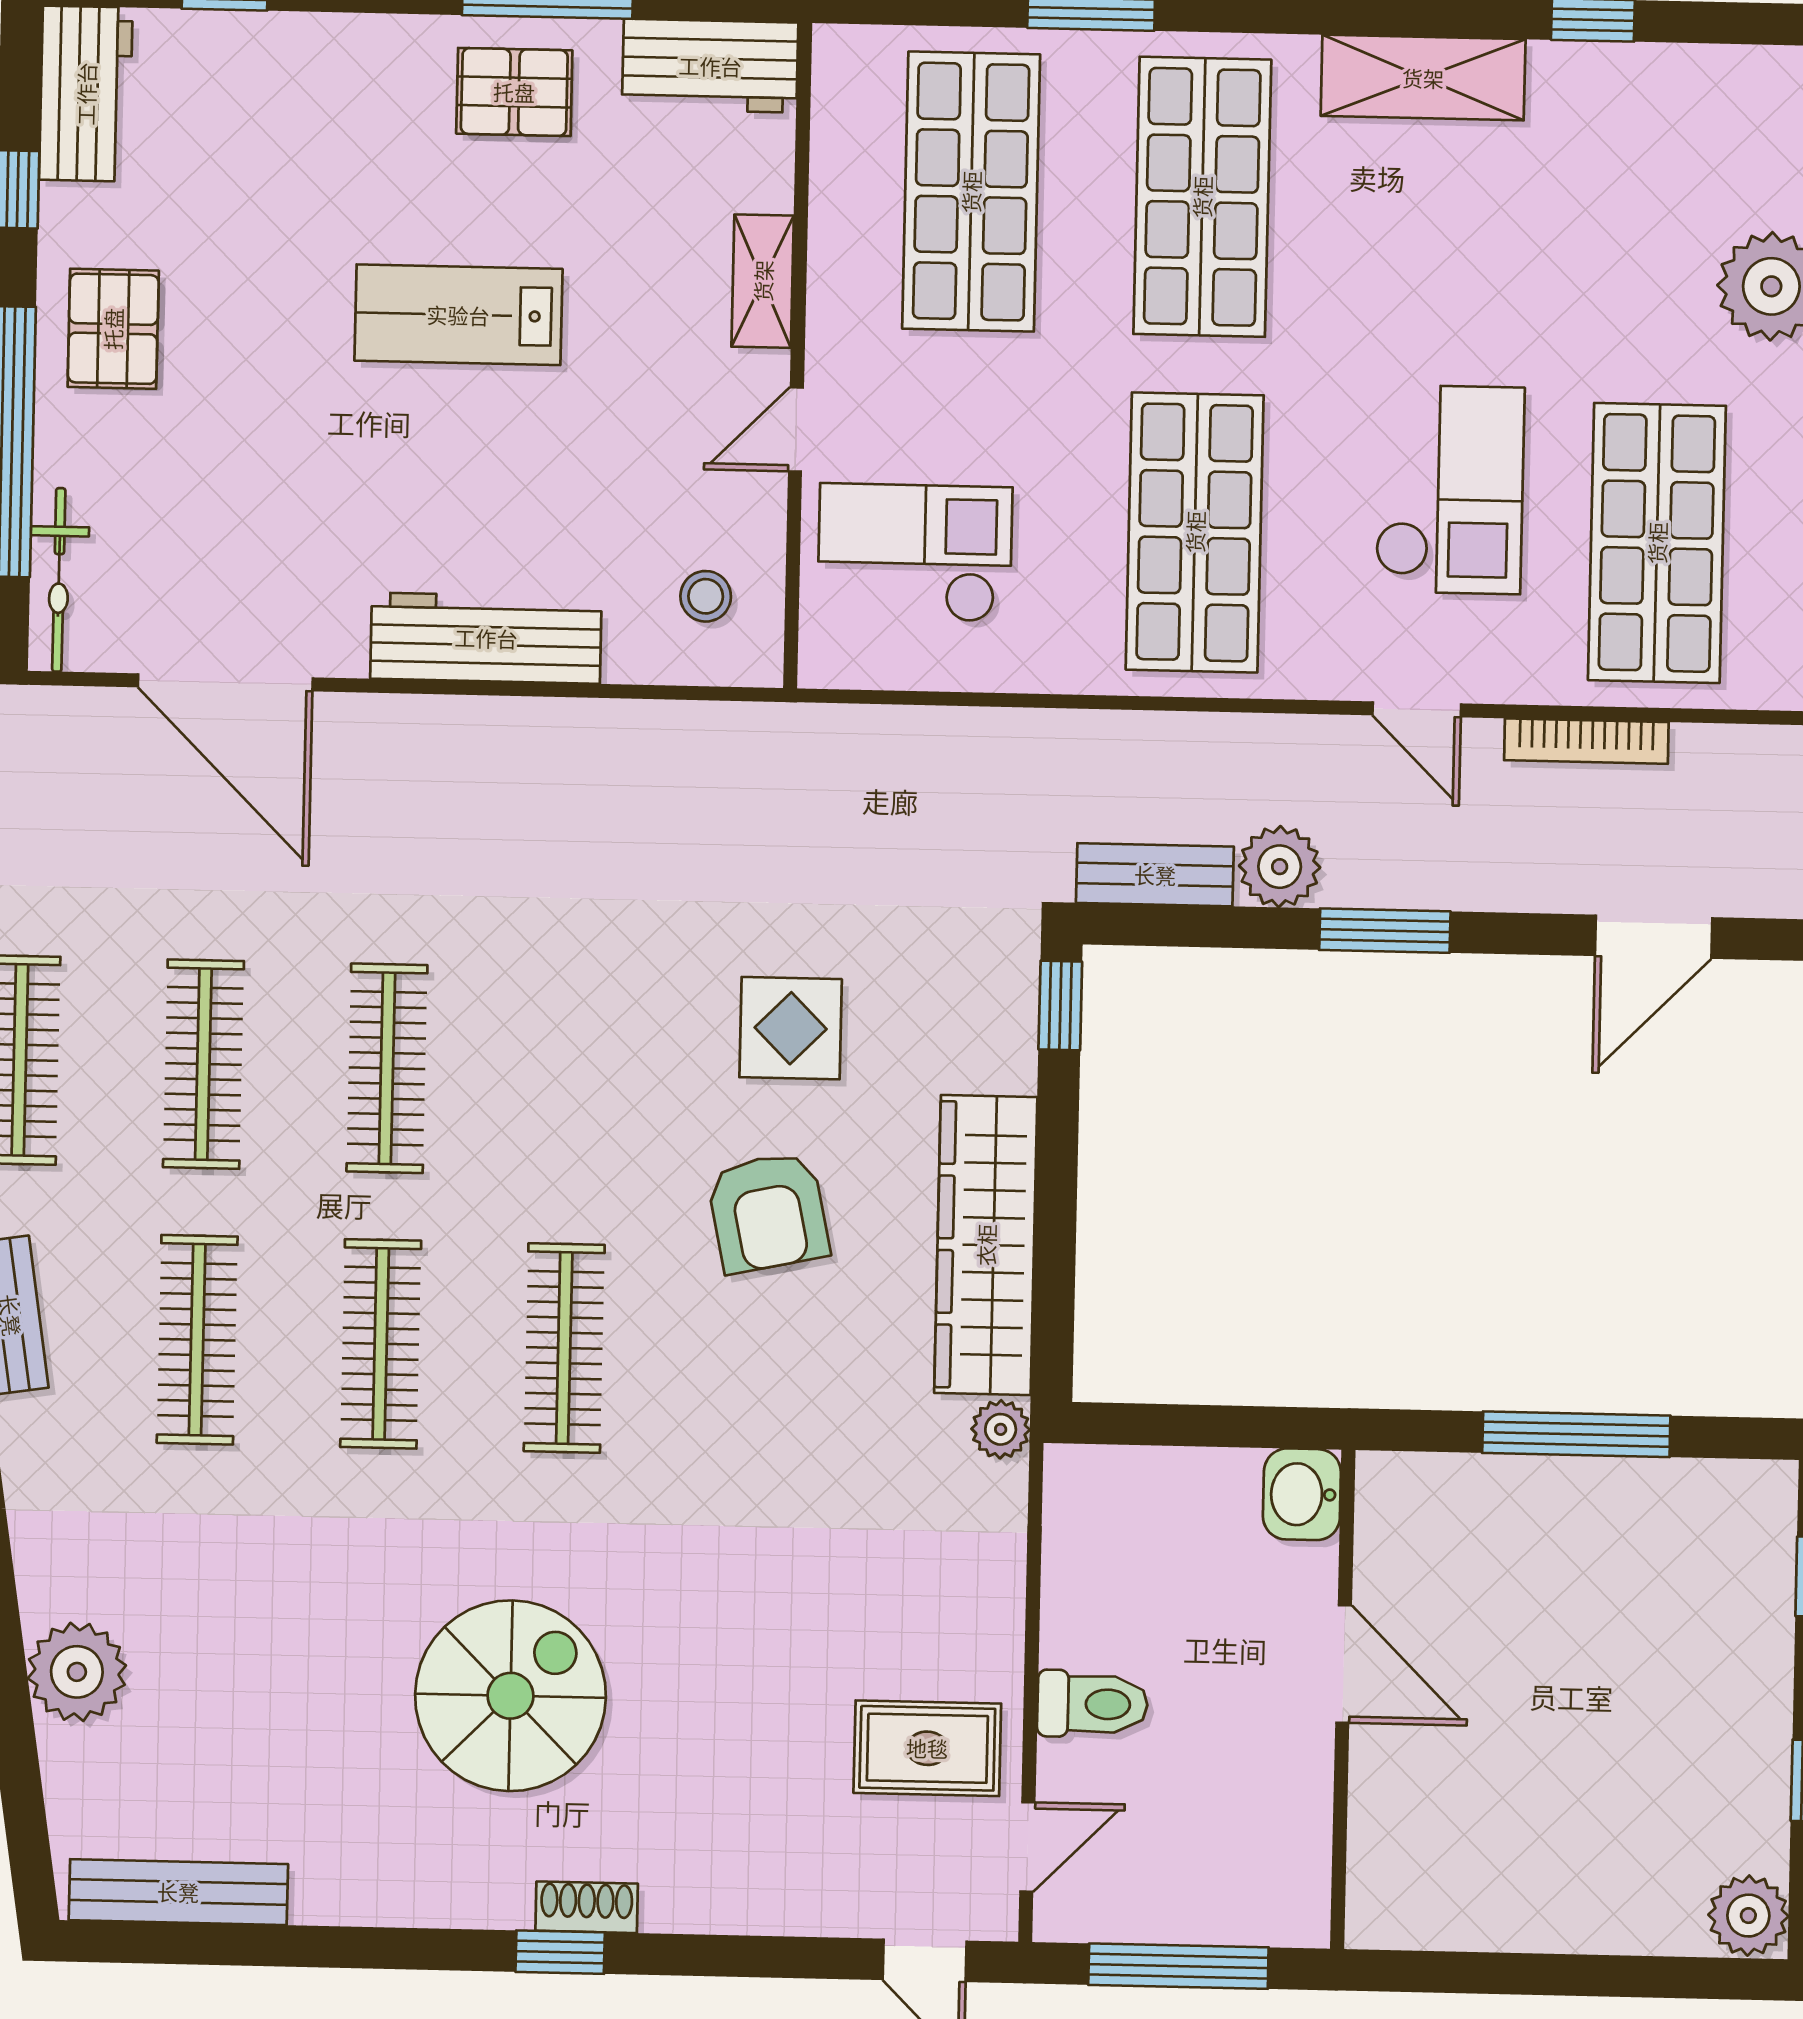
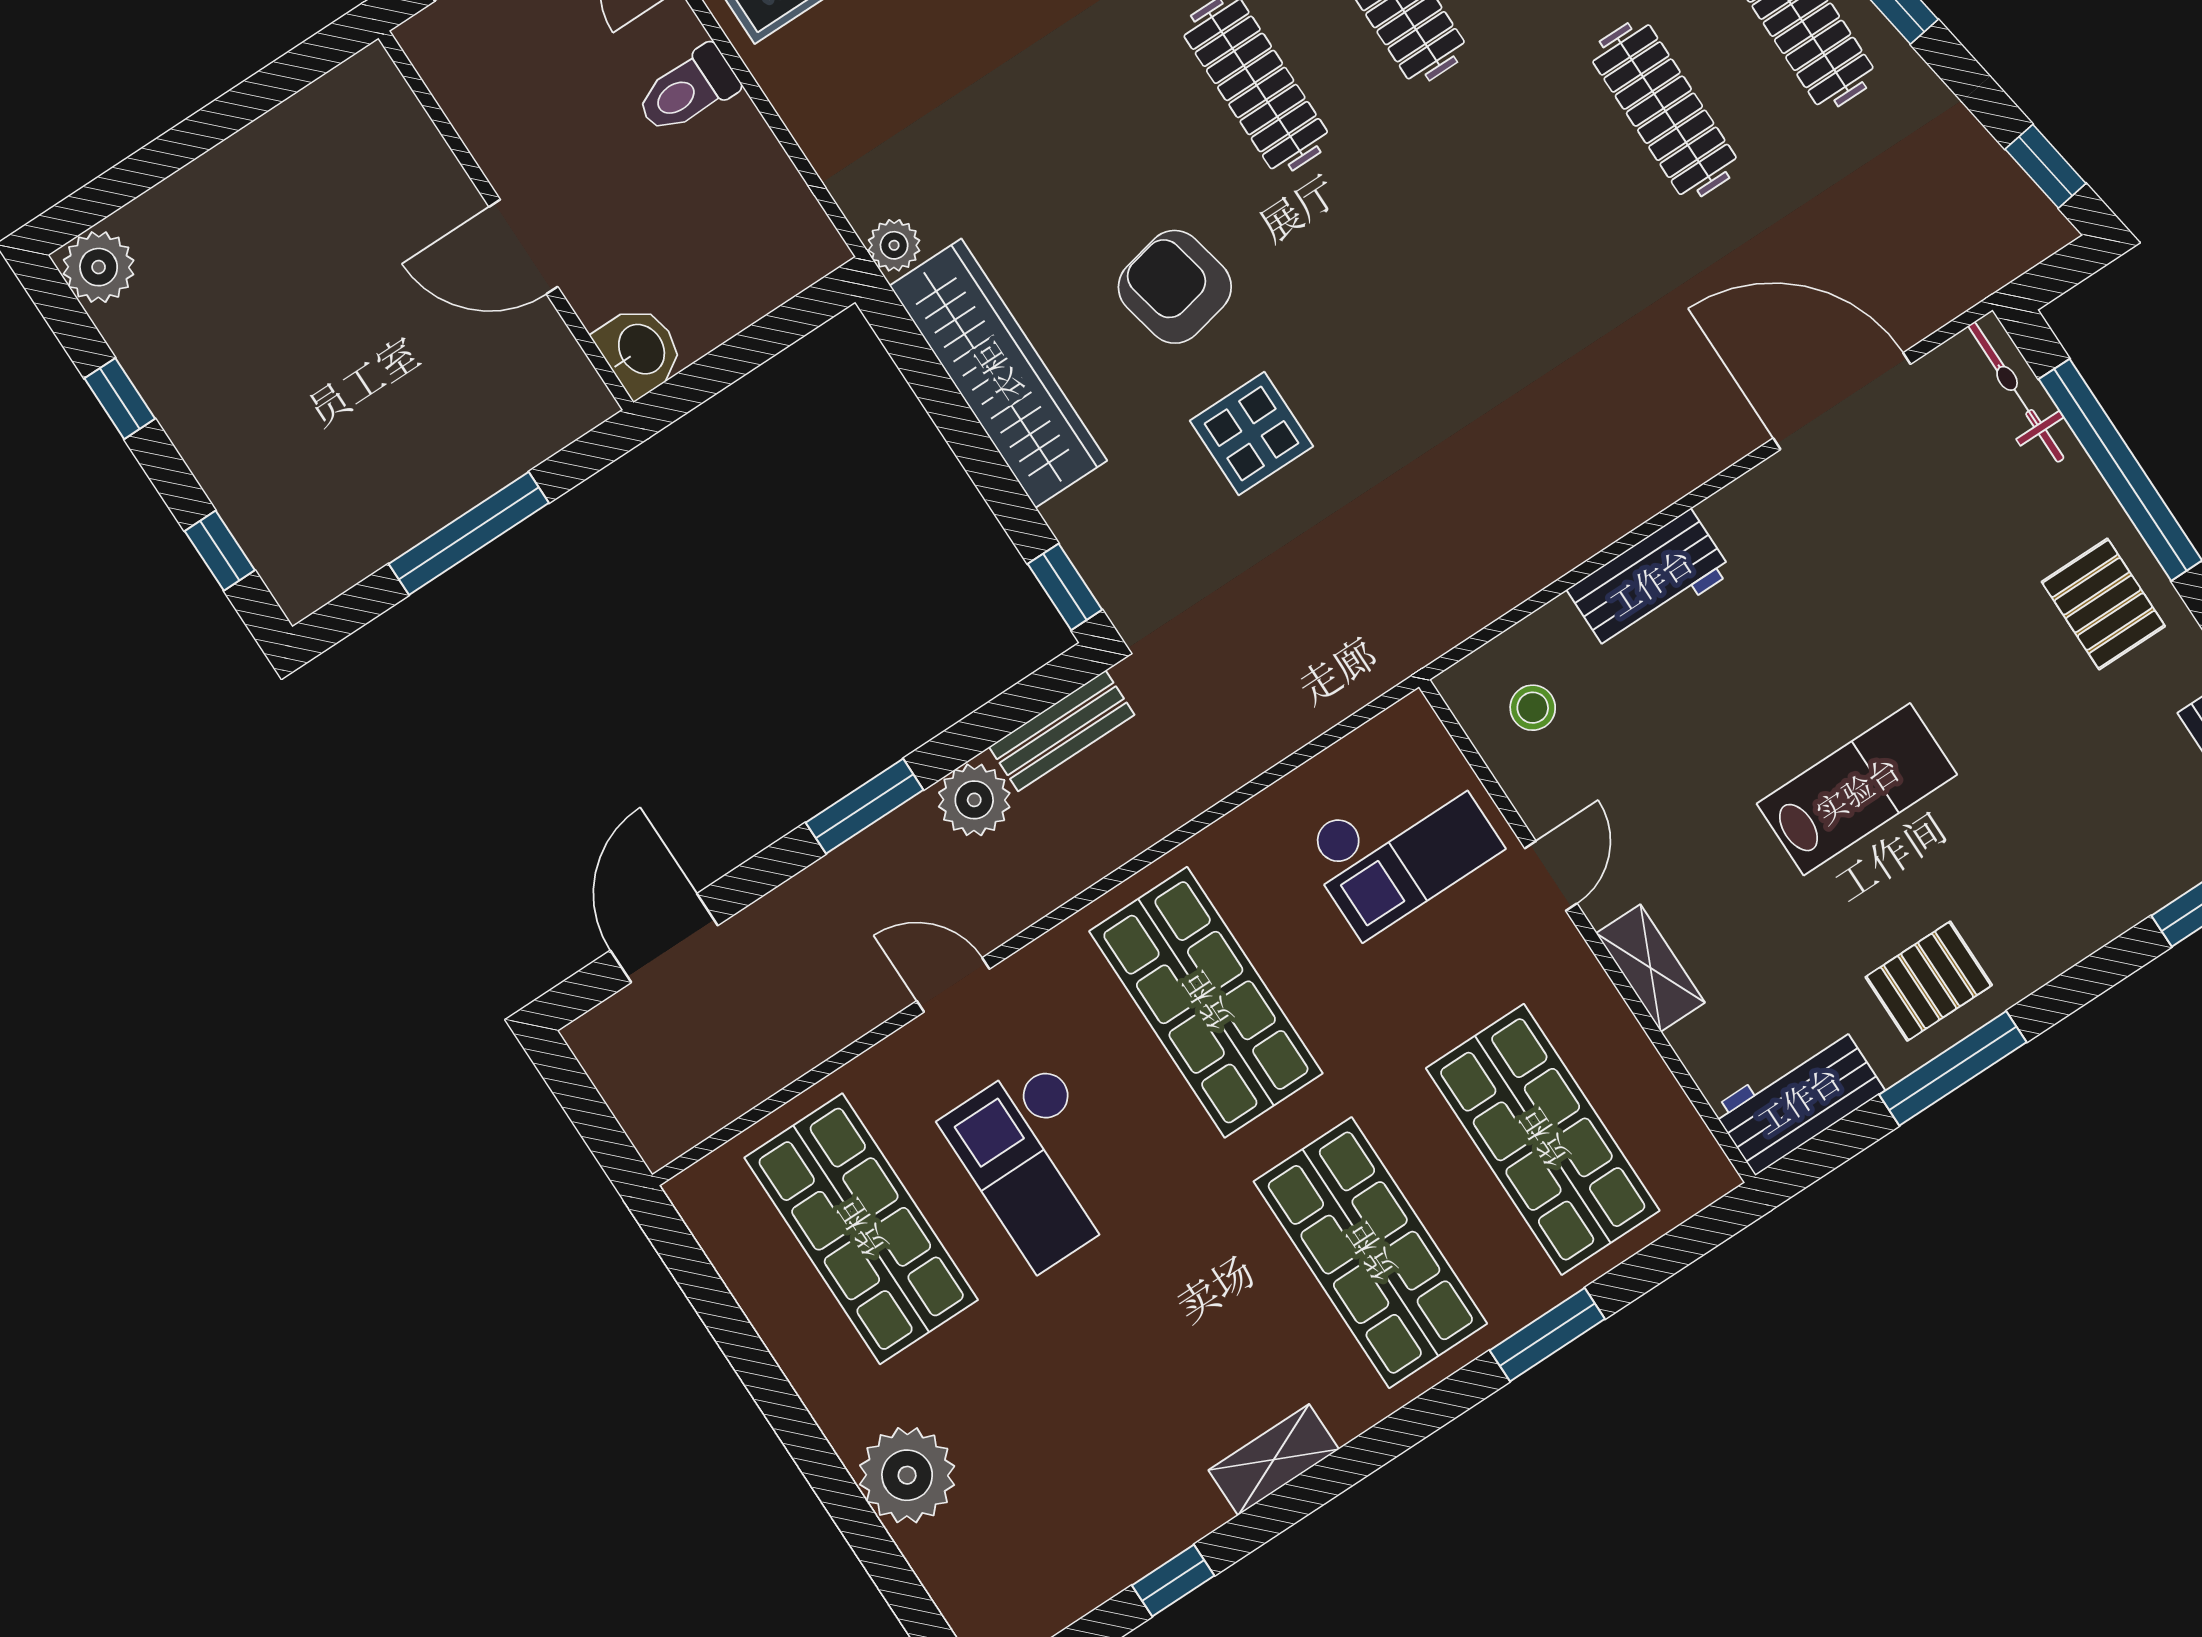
shelving: (1423, 78) -> (1274, 1460), width x0.67, depth x0.75
workbench: (486, 638) -> (1650, 581), width x0.73
bookcase: (1586, 741) -> (813, 1047), removed
clothes rail: (387, 1068) -> (1528, 200), removed

